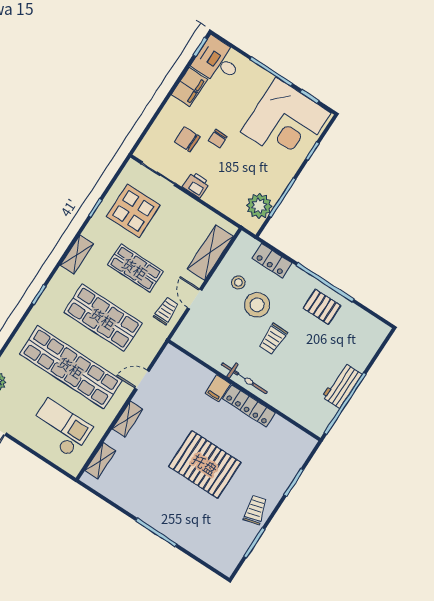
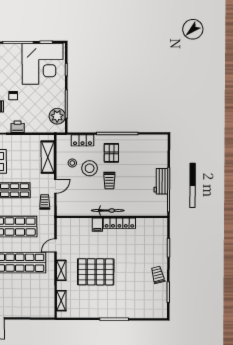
door: (195, 299) -> (55, 186), swing flipped
pallet: (322, 307) -> (111, 153), moved, turned 90
checkout: (60, 428) -> (30, 297), removed
pallet: (205, 464) -> (96, 272), moved

